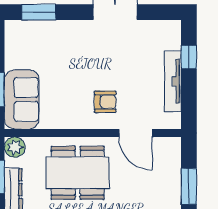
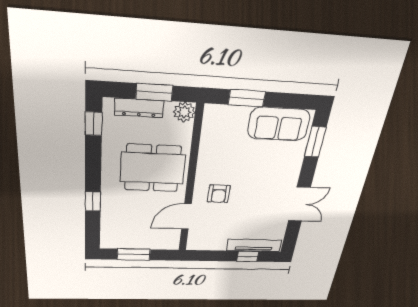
tv unit: (173, 81) -> (254, 245), moved
sofa: (22, 99) -> (279, 124), moved
dining table: (78, 173) -> (153, 168), turned 90

